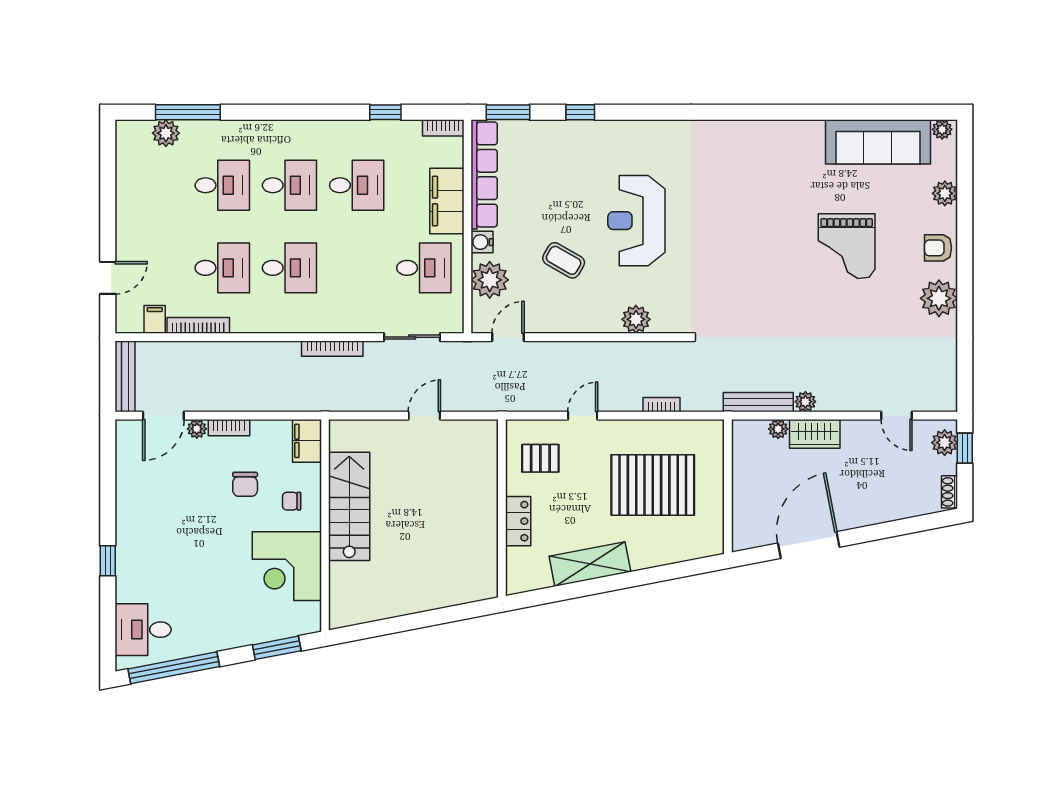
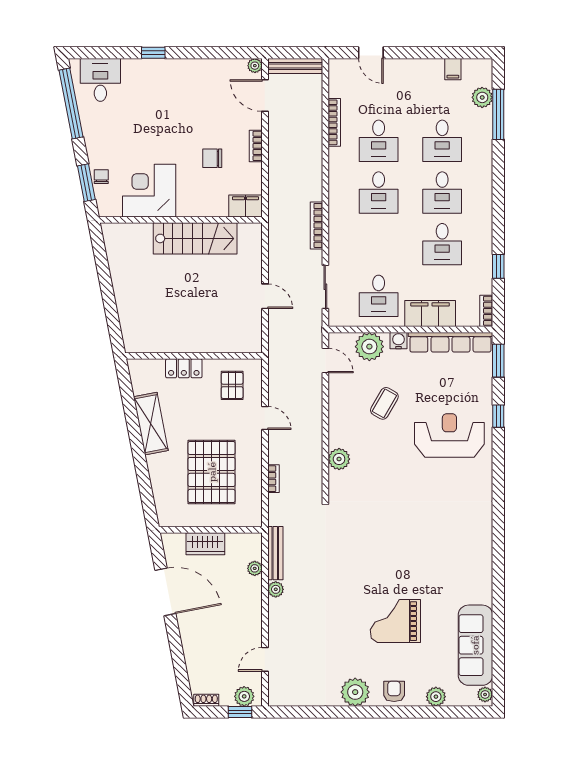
reception desk: (636, 221) -> (449, 435), moved
filing cabinet: (155, 319) -> (453, 69), moved, turned 90
plant: (197, 429) -> (255, 66), moved
wardrobe: (815, 434) -> (205, 544), moved, turned -90
chair: (292, 501) -> (101, 177), moved

